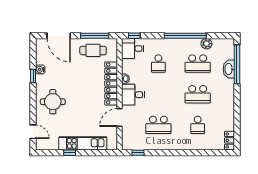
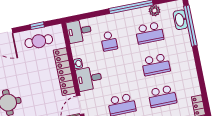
window: (95, 36) -> (37, 26), width x0.46
window: (134, 36) -> (78, 17), removed
washbasin: (229, 69) -> (180, 20), moved
school desk: (198, 125) -> (162, 96), width x1.85

